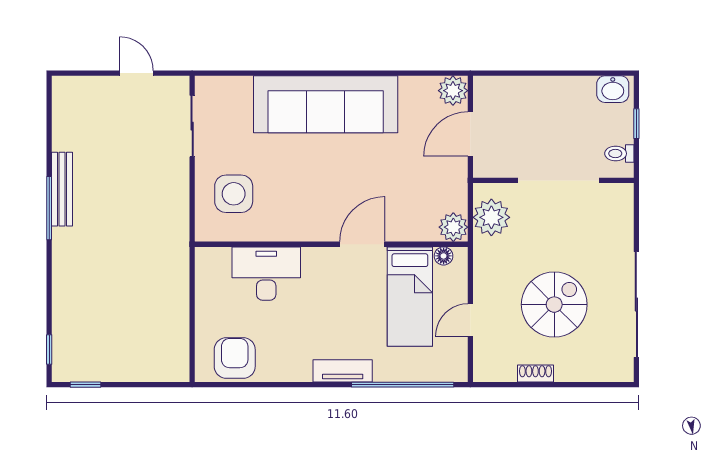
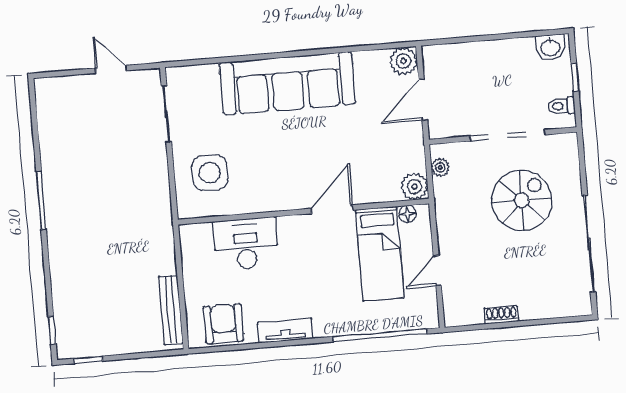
bench: (62, 189) -> (171, 310), moved
plant: (491, 217) -> (440, 167), width x0.53, depth x0.53
spiral stairs: (554, 305) -> (522, 200), moved
tv unit: (343, 371) -> (285, 331), moved

